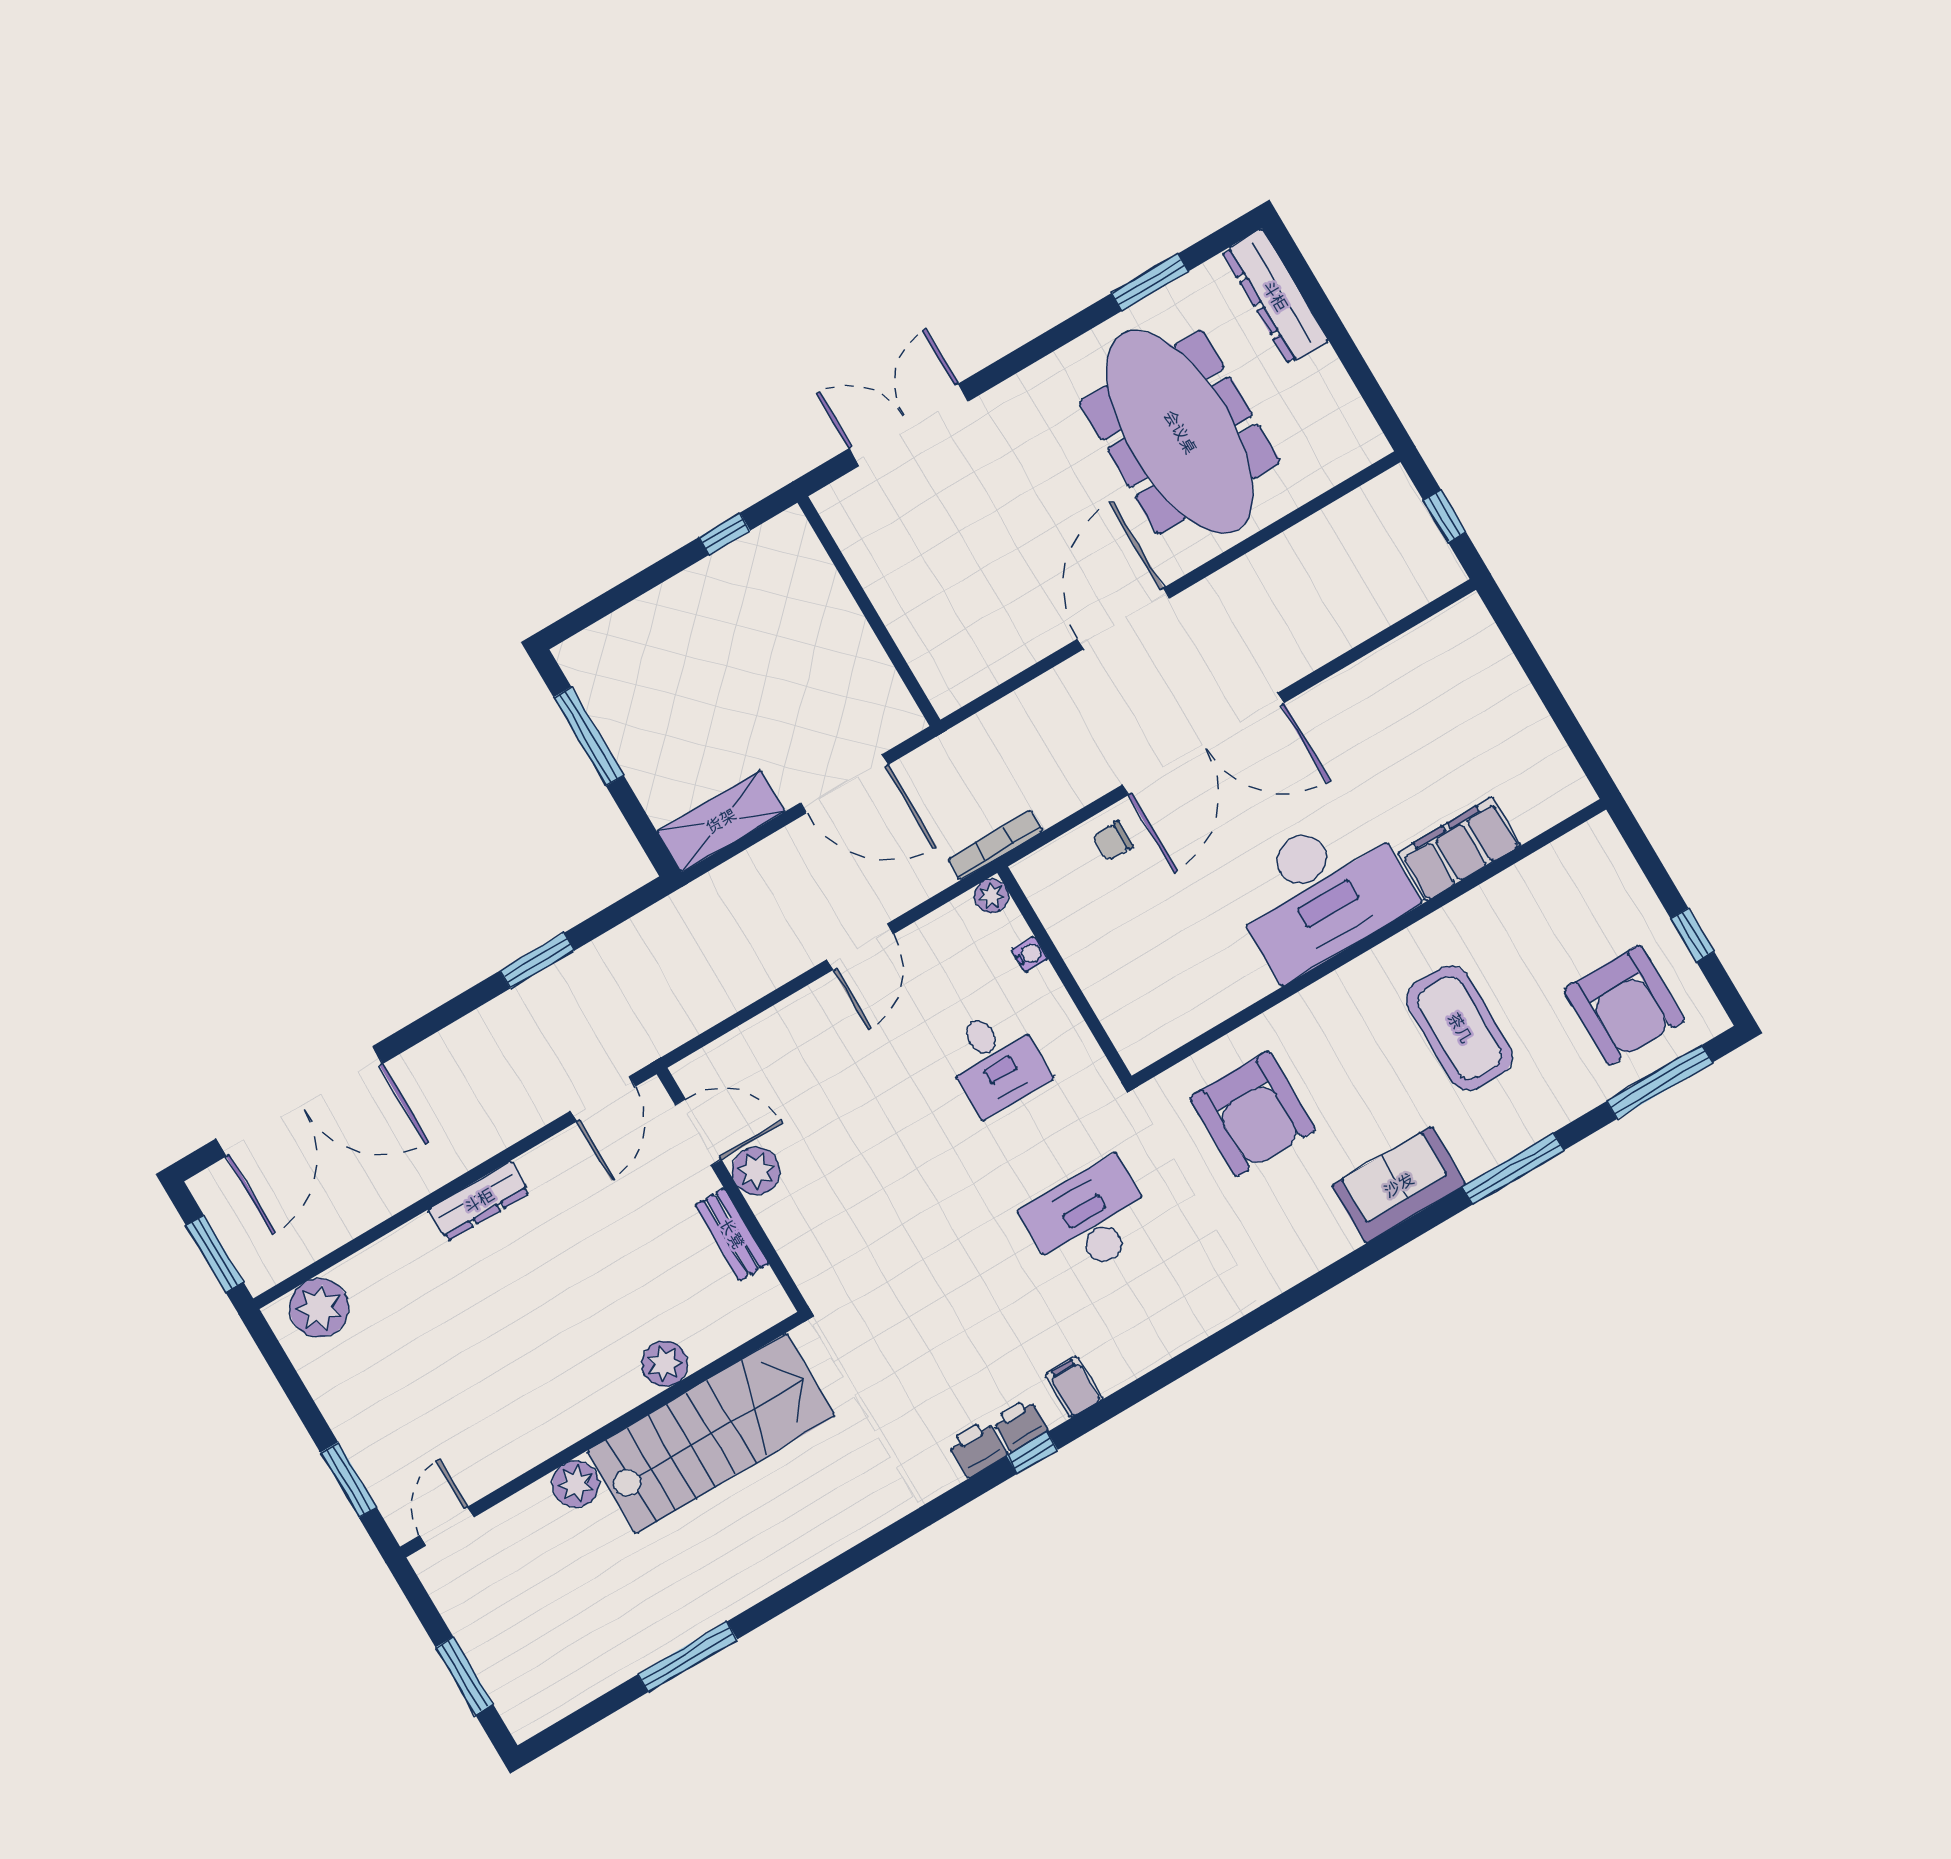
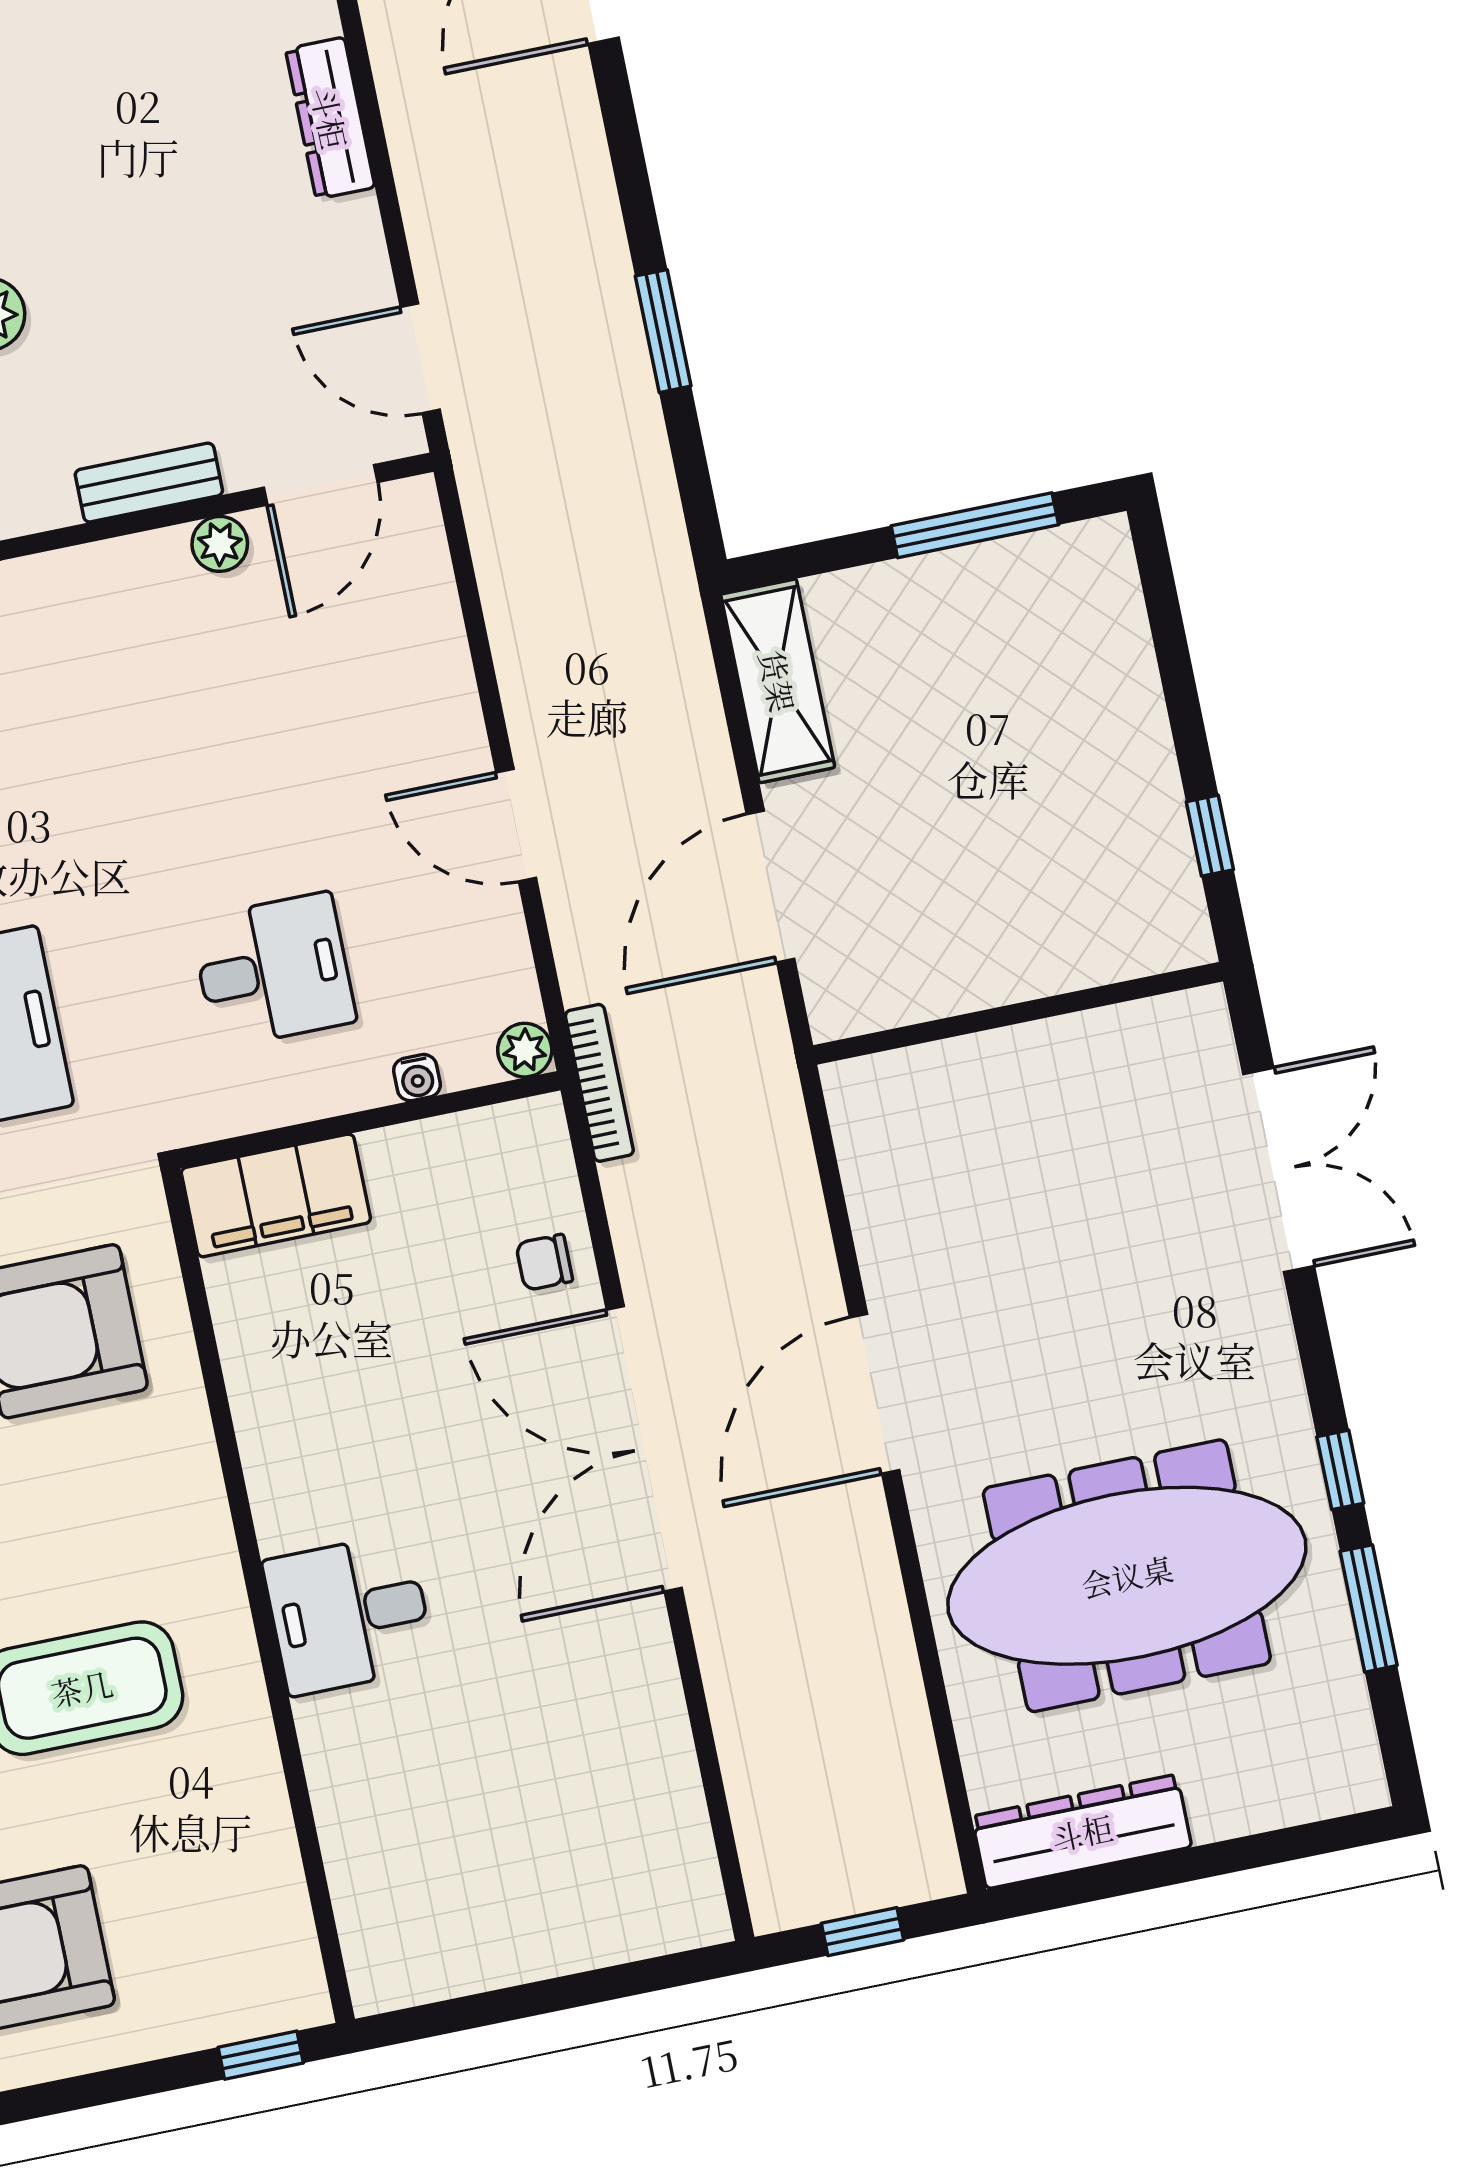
dresser: (1275, 296) -> (1082, 1832), moved
window: (1074, 327) -> (1340, 1470), added
door: (1124, 619) -> (875, 1394), swing flipped
chair: (1113, 841) -> (544, 1262), turned -90
filing cabinet: (1459, 849) -> (276, 1195), moved, turned 90
desk: (1321, 892) -> (349, 1614), width x0.53, depth x0.77
window: (1692, 935) -> (261, 2055), moved
desk: (995, 1061) -> (273, 970), turned 180
plant: (756, 1171) -> (220, 544), width x0.73, depth x0.73

